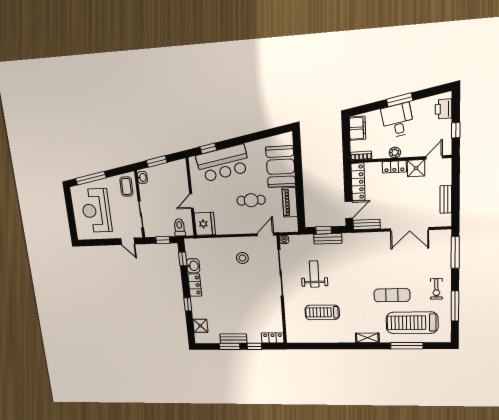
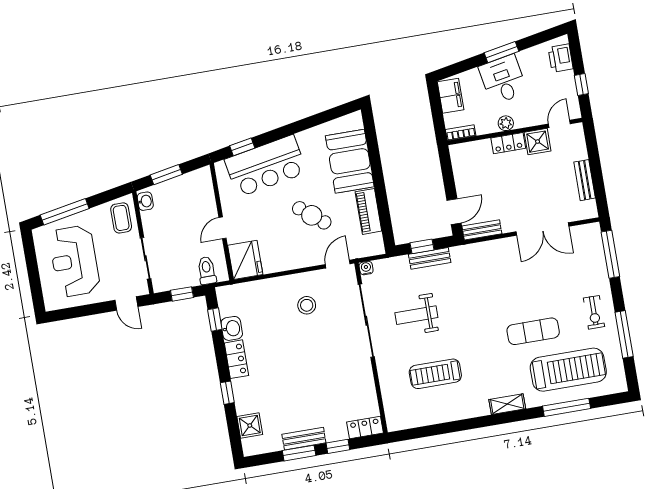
locker: (358, 182) -> (461, 170), removed
cafe table: (251, 200) -> (312, 215), turned 39
weight bench: (314, 274) -> (416, 315), turned -90
treadmill: (412, 323) -> (568, 370), turned 180

